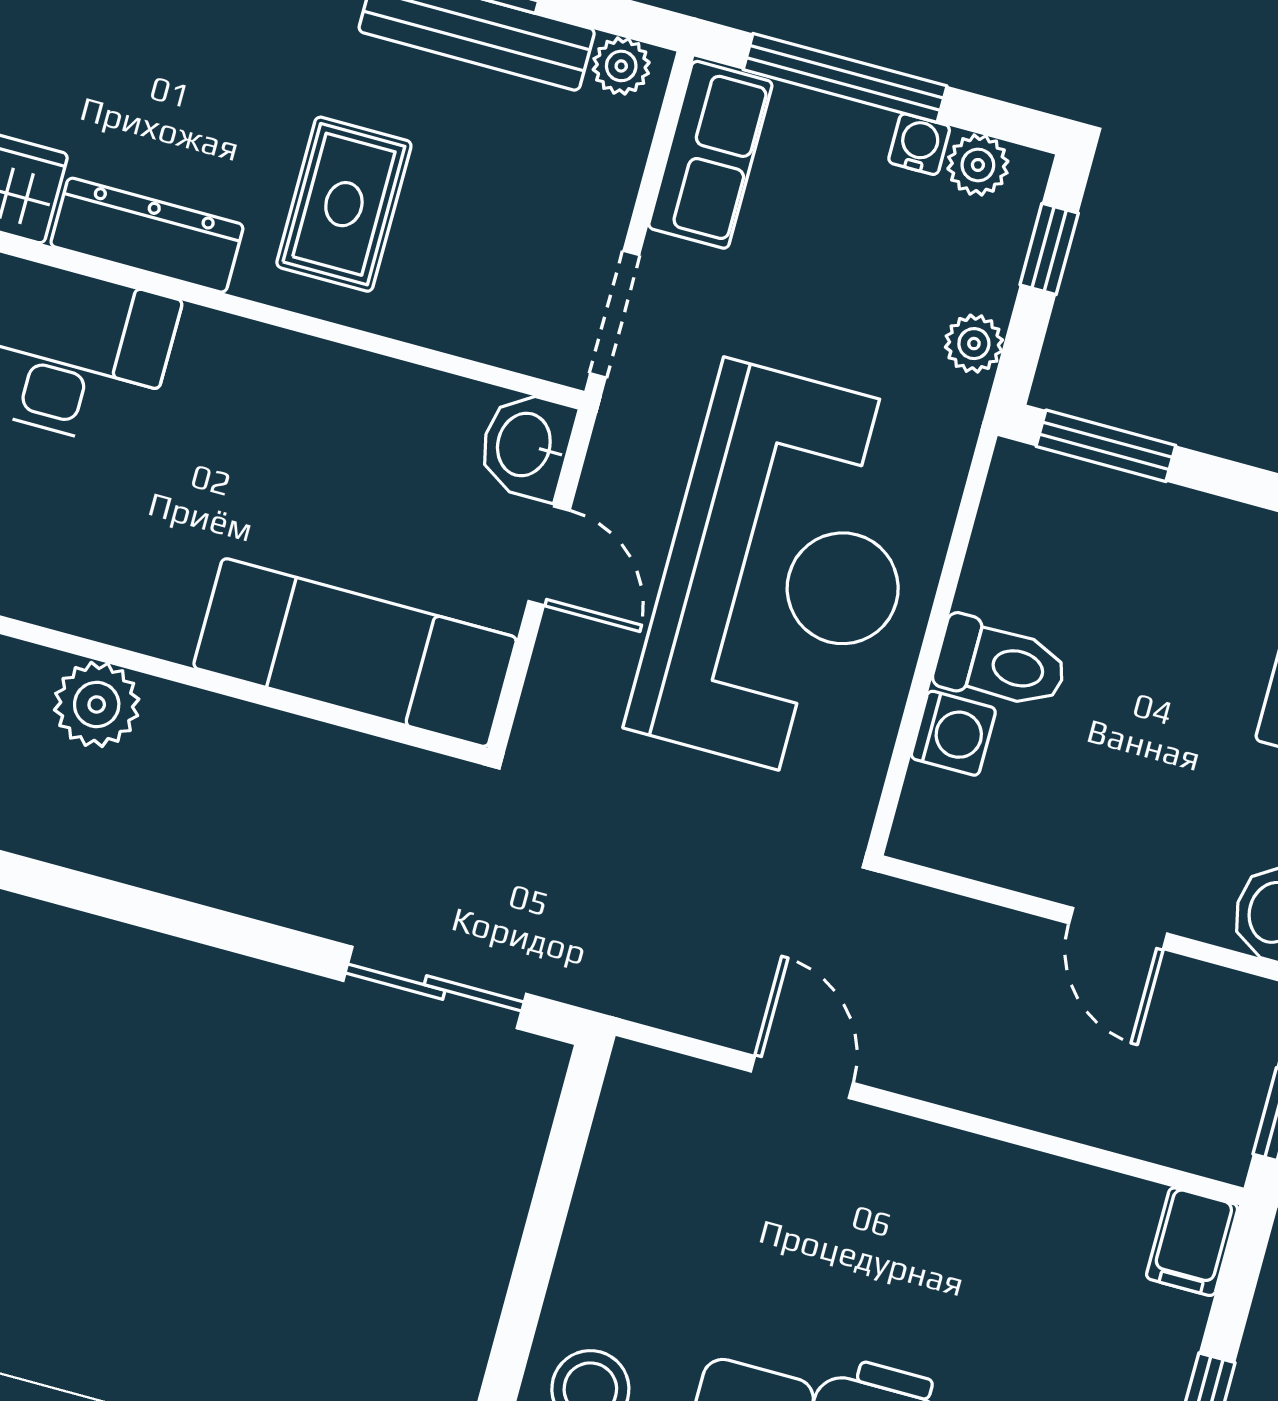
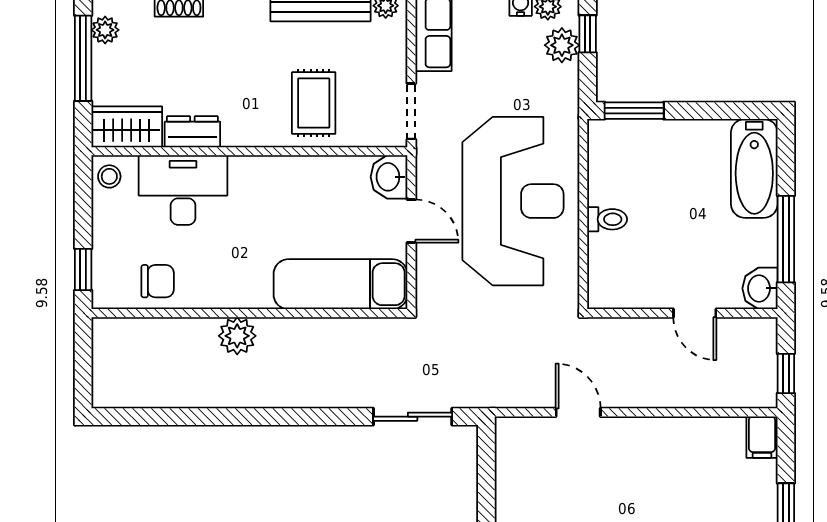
rug: (344, 204) -> (314, 103), moved
dresser: (147, 235) -> (192, 132), width x0.70
plant: (974, 344) -> (562, 45), moved, width x1.38, depth x1.38
toilet: (1001, 664) -> (607, 219), width x0.73, depth x0.72
washing machine: (953, 733) -> (603, 250), removed

